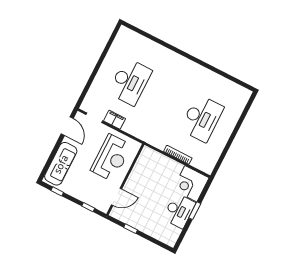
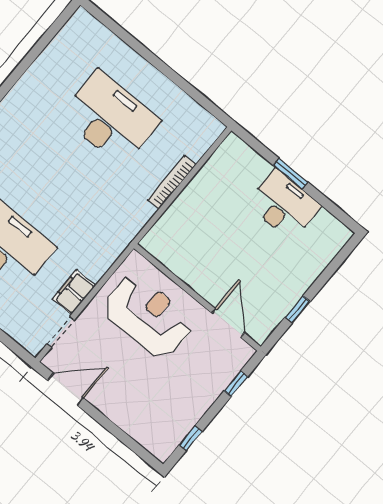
sofa: (61, 164) -> (137, 419), removed
corner desk: (191, 184) -> (235, 169), removed

